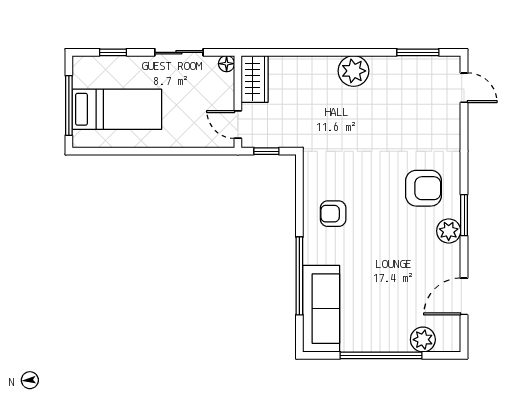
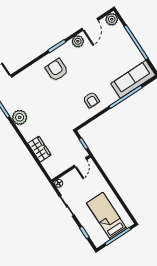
plant: (354, 71) -> (20, 117), moved
wardrobe: (255, 79) -> (39, 149), moved, turned 90
plant: (449, 231) -> (78, 41), moved
door: (464, 296) -> (90, 24), hinge flipped
plant: (423, 340) -> (112, 19), moved

